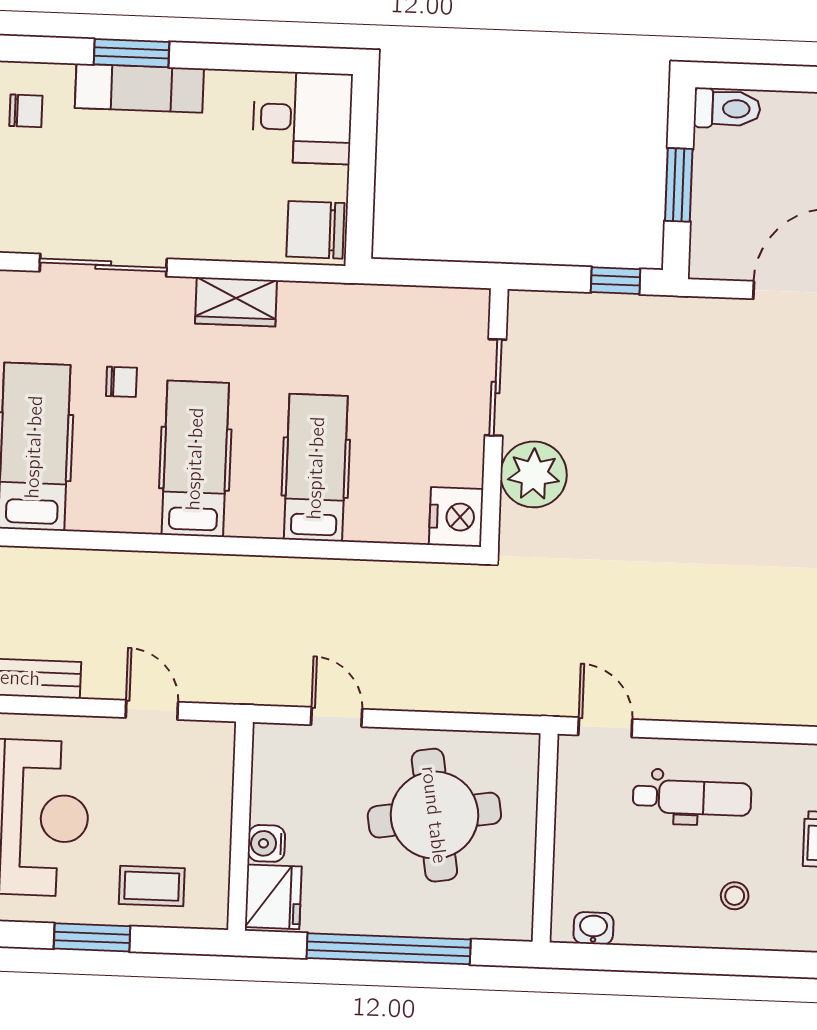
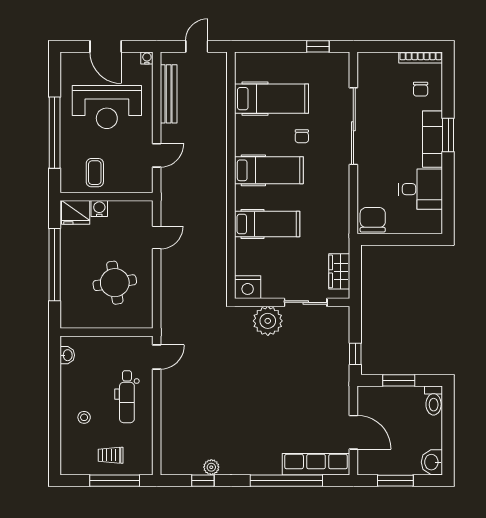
desk: (302, 118) -> (421, 189), moved, turned -90
sliding door: (103, 265) -> (353, 126), width x1.36
wardrobe: (236, 302) -> (339, 271), moved
round table: (434, 815) -> (115, 283), width x0.73, depth x0.73
coffee table: (152, 886) -> (95, 173), moved
window: (92, 937) -> (55, 133), width x2.11

